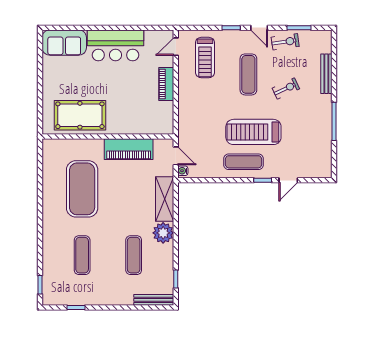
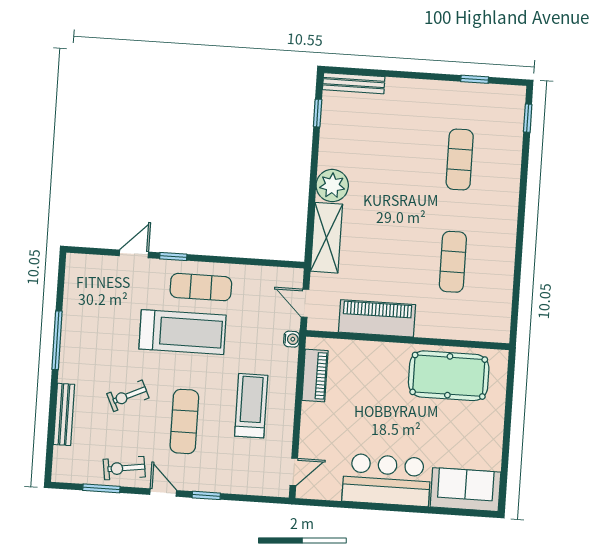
treadmill: (205, 58) -> (251, 406), moved
piano: (166, 84) -> (315, 375), moved
water cooler: (183, 171) -> (292, 339), moved
exercise mat: (82, 189) -> (453, 262), width x0.50, depth x0.69
exercise mat: (134, 255) -> (380, 154), removed

